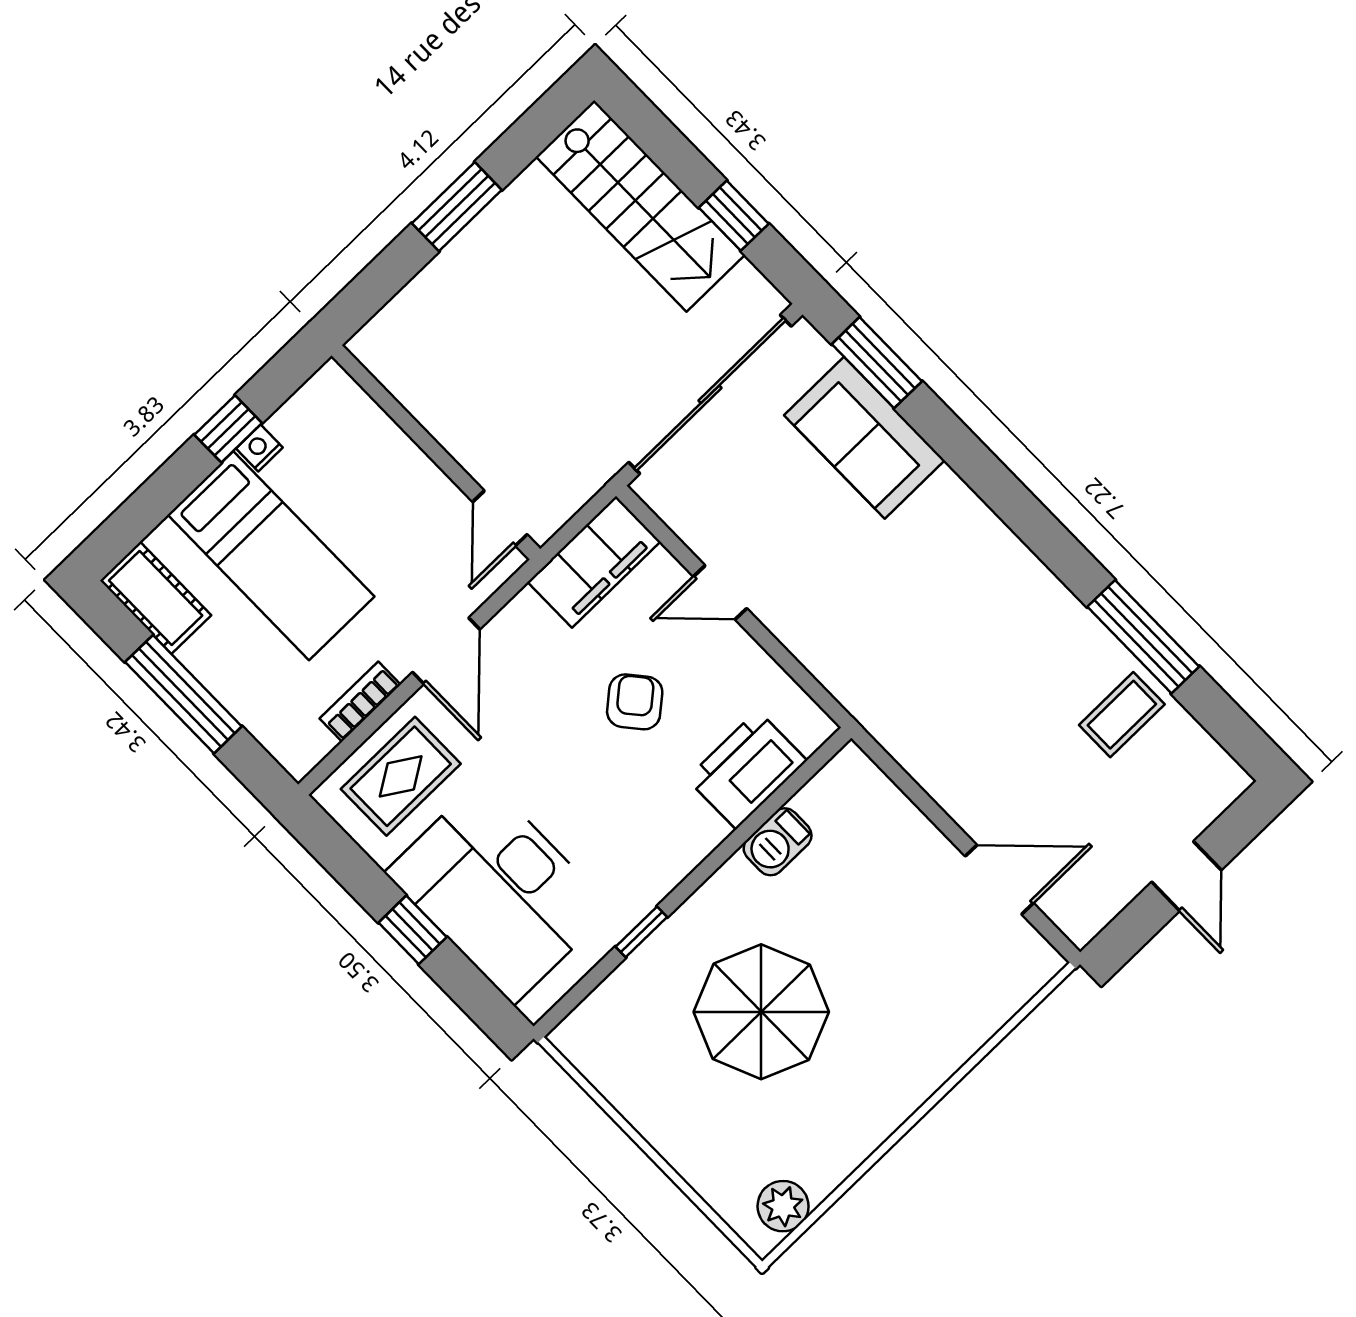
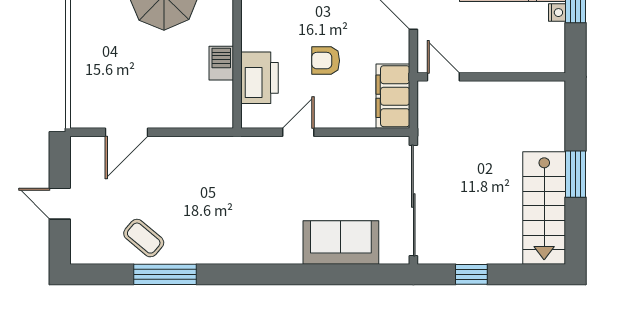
stairs: (640, 206) -> (544, 208), moved, turned -90
window: (877, 363) -> (364, 274), removed
door: (720, 592) -> (298, 132), moved
armchair: (635, 702) -> (326, 61), turned 130
coffee table: (1122, 715) -> (144, 238), turned -50

